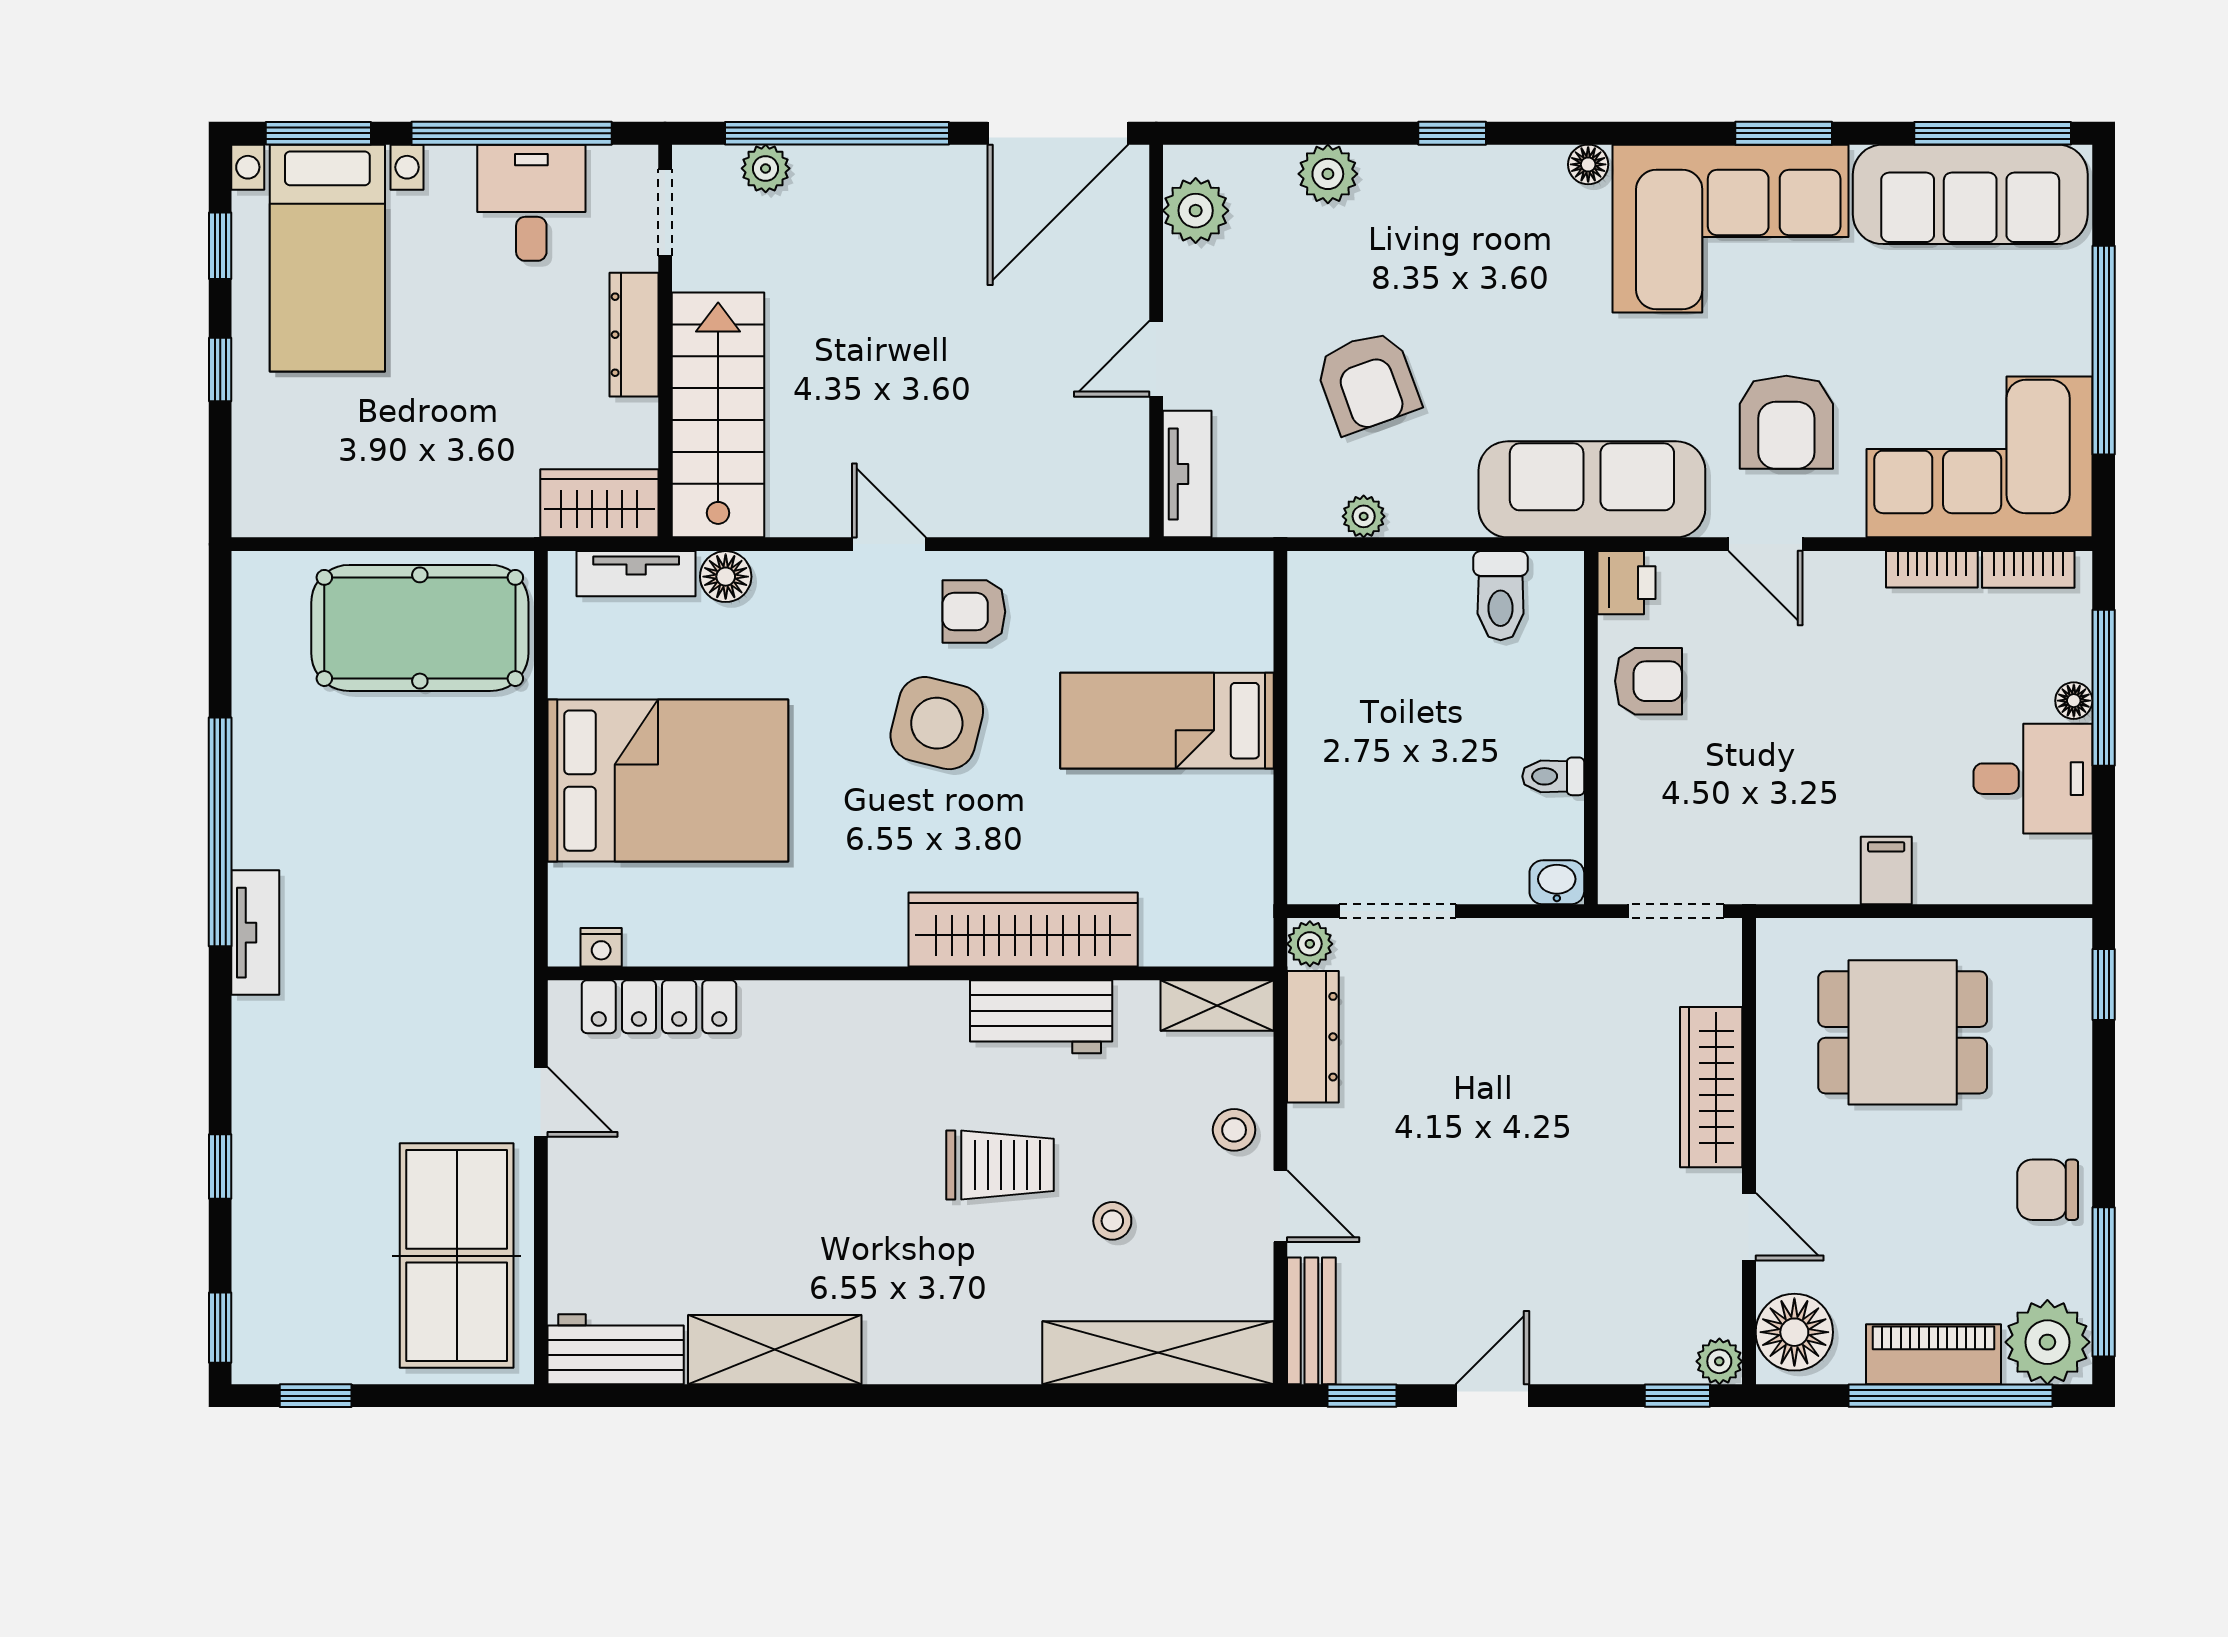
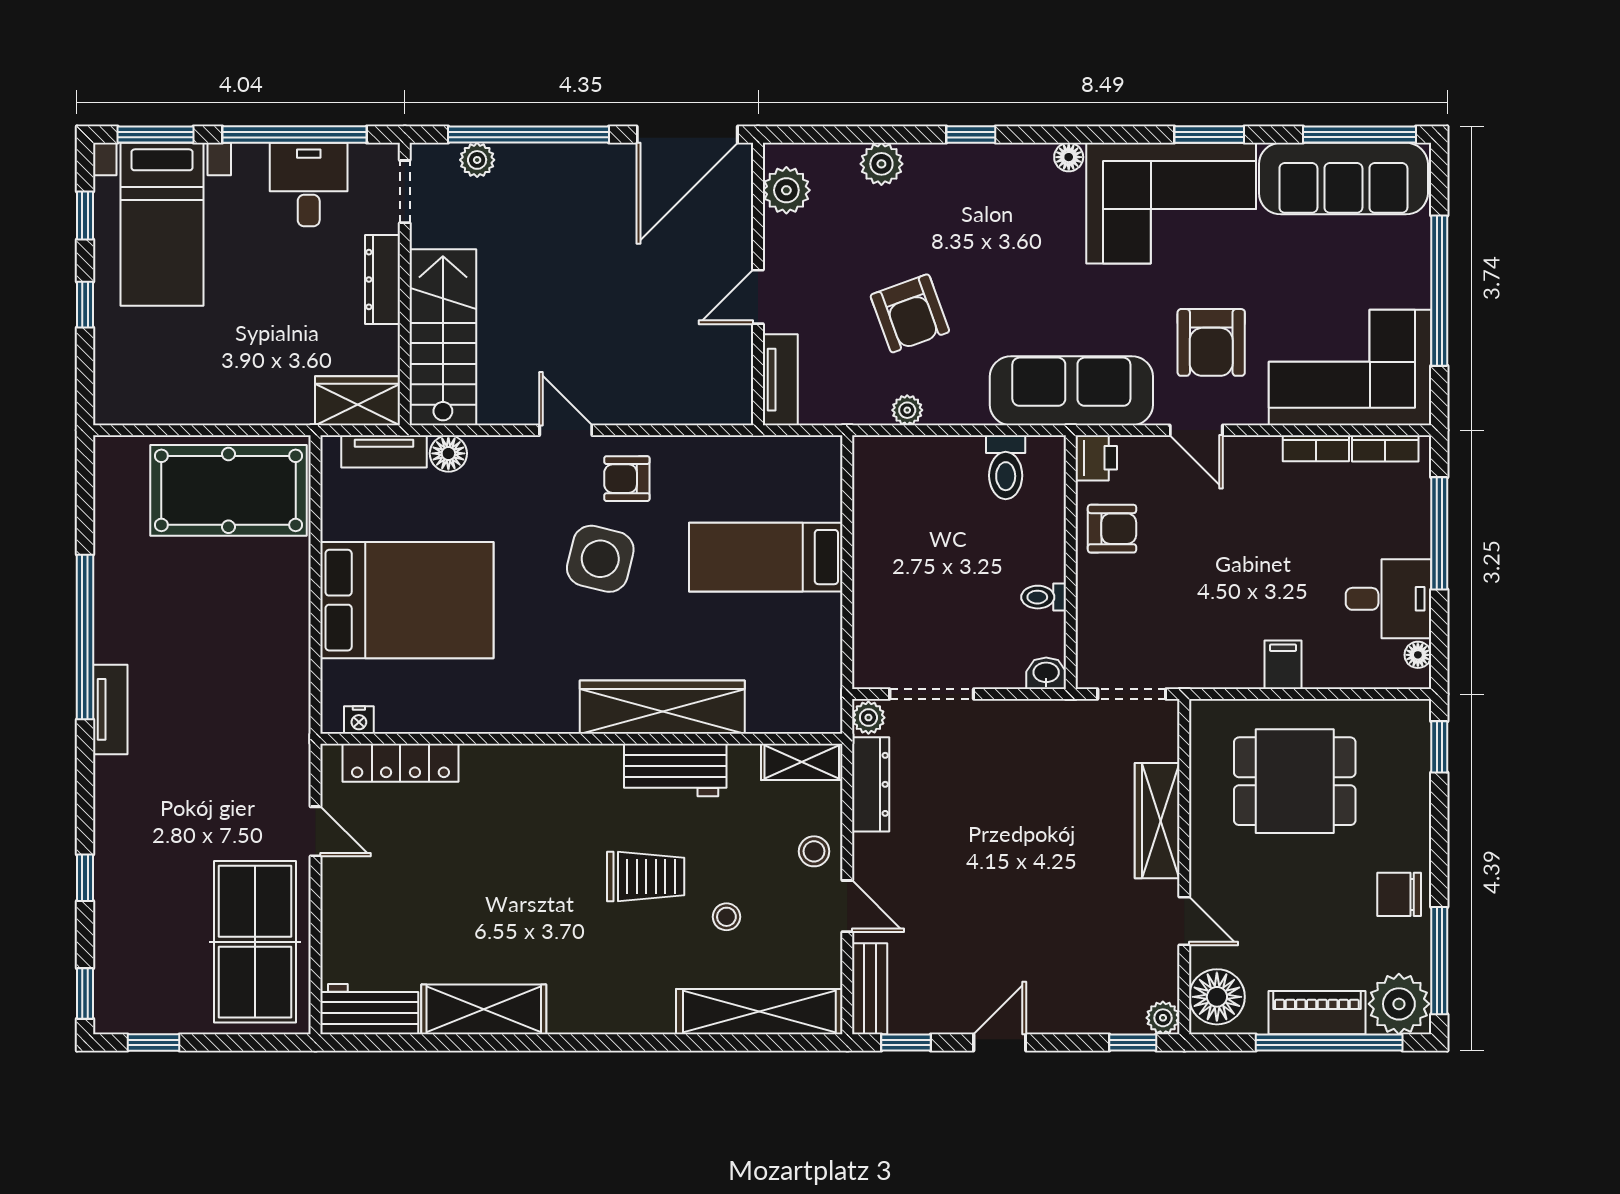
floor lamp: (2074, 701) -> (1418, 655), moved

